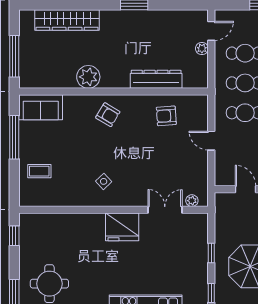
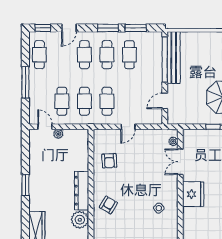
dresser: (156, 79) -> (82, 191), moved

